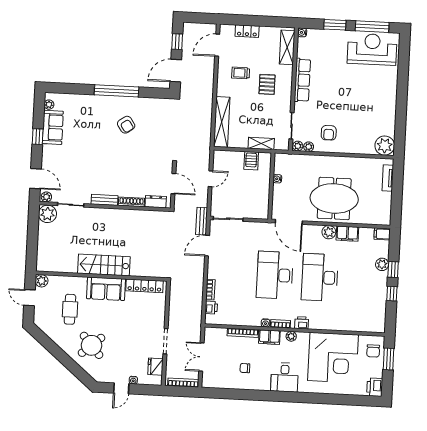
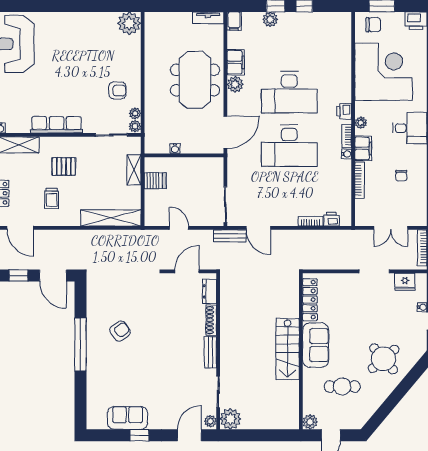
plant: (49, 105) -> (101, 424), removed
tv unit: (388, 178) -> (208, 18), moved

